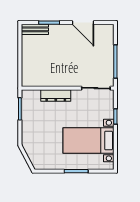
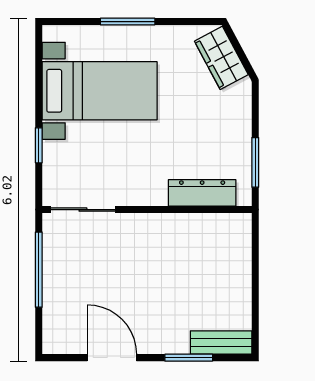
dresser: (56, 95) -> (202, 193), moved
wardrobe: (35, 155) -> (221, 58), added

